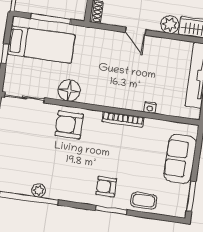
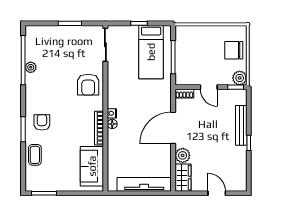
door: (135, 31) -> (173, 128), width x1.87
floor lamp: (69, 90) -> (112, 124), moved, width x0.53, depth x0.53
nightstand: (150, 108) -> (112, 113), moved
armchair: (69, 125) -> (88, 85), turned 180
sofa: (180, 159) -> (92, 166), moved, turned -90

